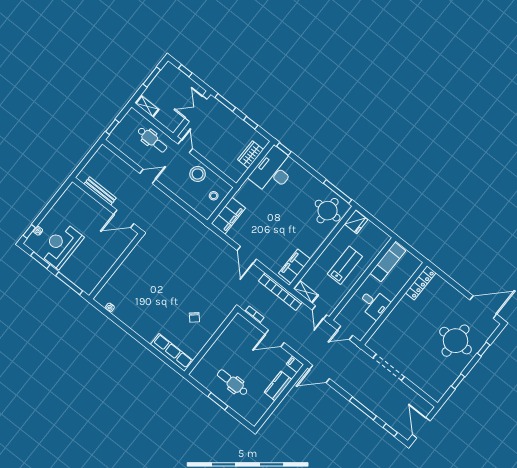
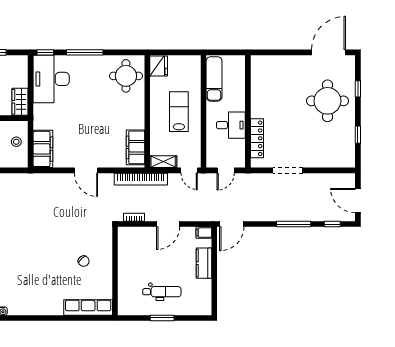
wardrobe: (250, 155) -> (20, 102), moved
window: (338, 191) -> (85, 52), moved
locker: (421, 283) -> (257, 138), moved
doorway: (389, 367) -> (288, 170), width x0.73
dental chair: (232, 383) -> (162, 292), turned 180

